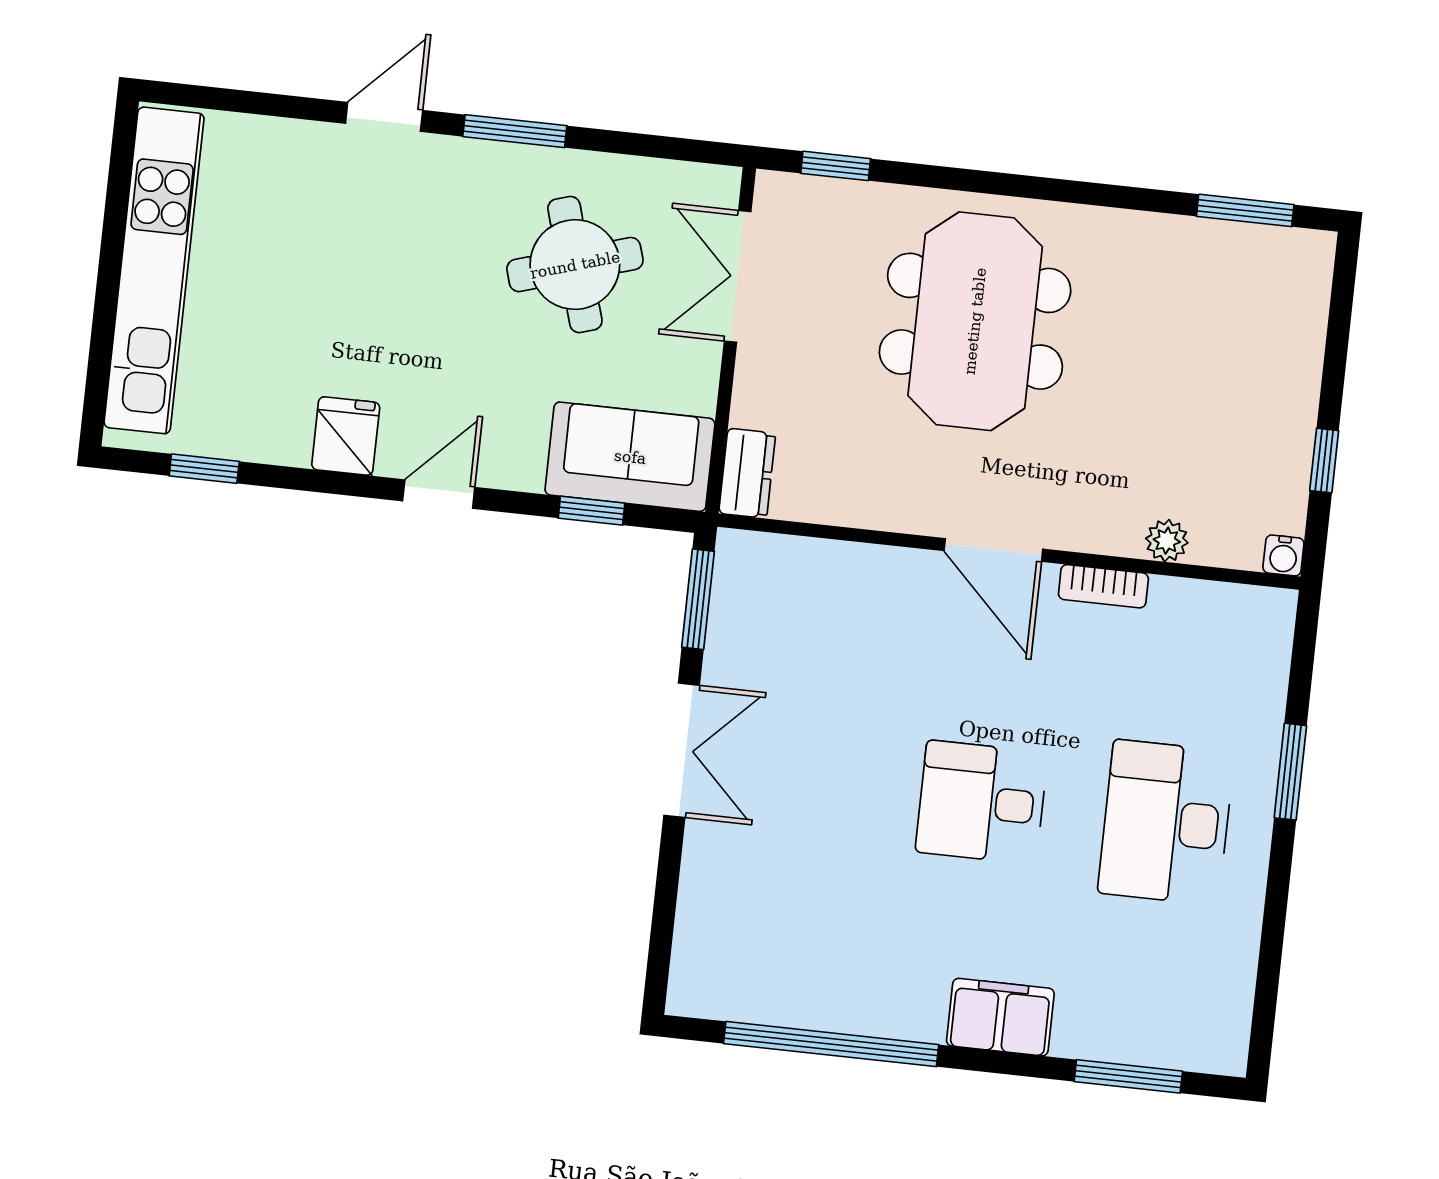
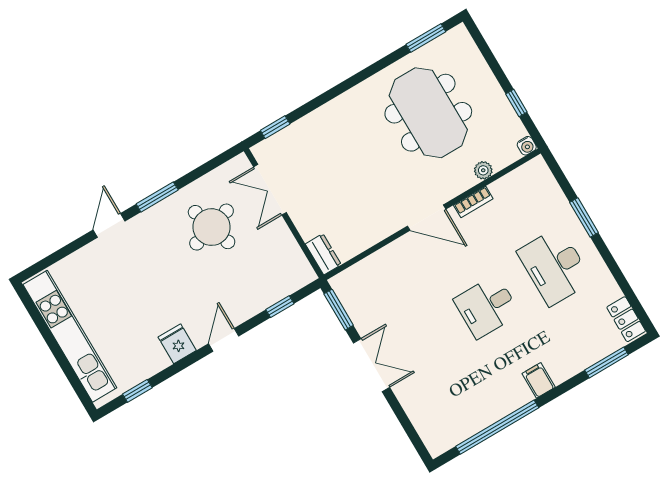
meeting table: (975, 321) -> (428, 113), moved
sofa: (630, 457) -> (279, 278), removed
filing cabinet: (1000, 1017) -> (539, 380), width x0.50
locker: (1226, 1022) -> (626, 319), added

